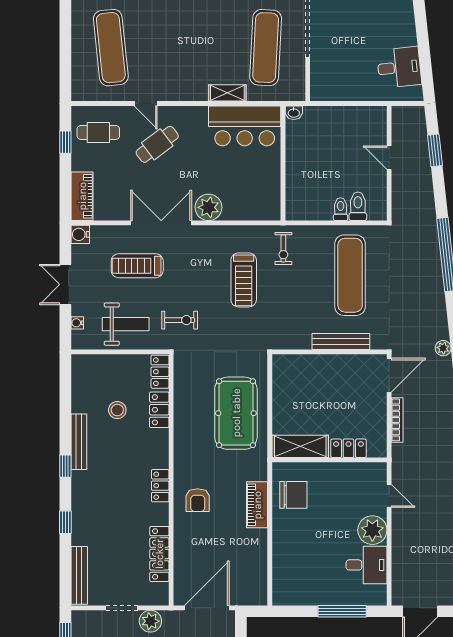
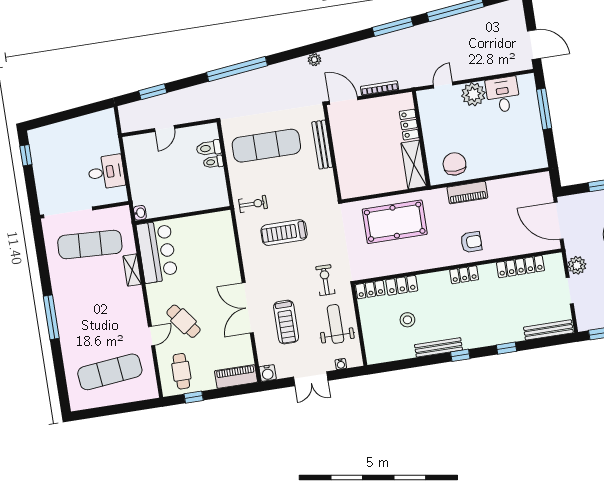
desk: (399, 67) -> (106, 172), moved, turned 96
plant: (208, 207) -> (229, 271), removed
treadmill: (244, 280) -> (284, 233), turned 180

